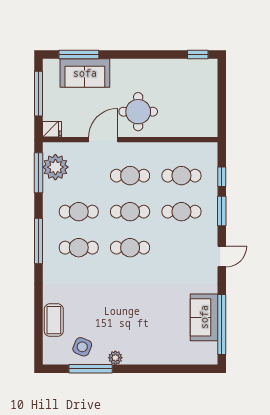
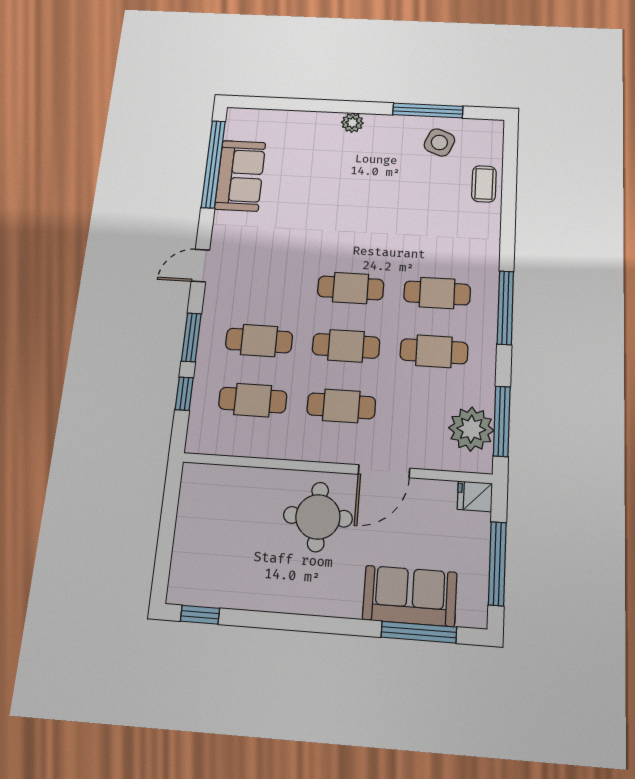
coffee table: (54, 320) -> (484, 184), width x0.73, depth x0.77
plant: (115, 358) -> (352, 123), moved

